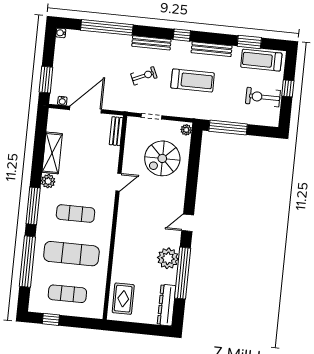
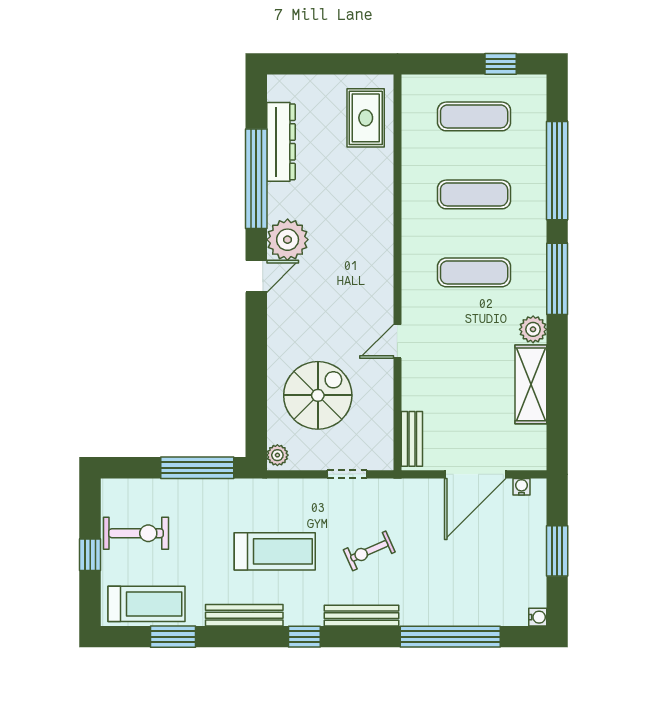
window: (46, 80) -> (557, 551), moved
treadmill: (193, 80) -> (275, 551), turned 180
exercise mat: (71, 254) -> (474, 194), width x0.73, depth x0.69
plant: (168, 258) -> (288, 240), moved
dresser: (167, 305) -> (281, 142), moved

